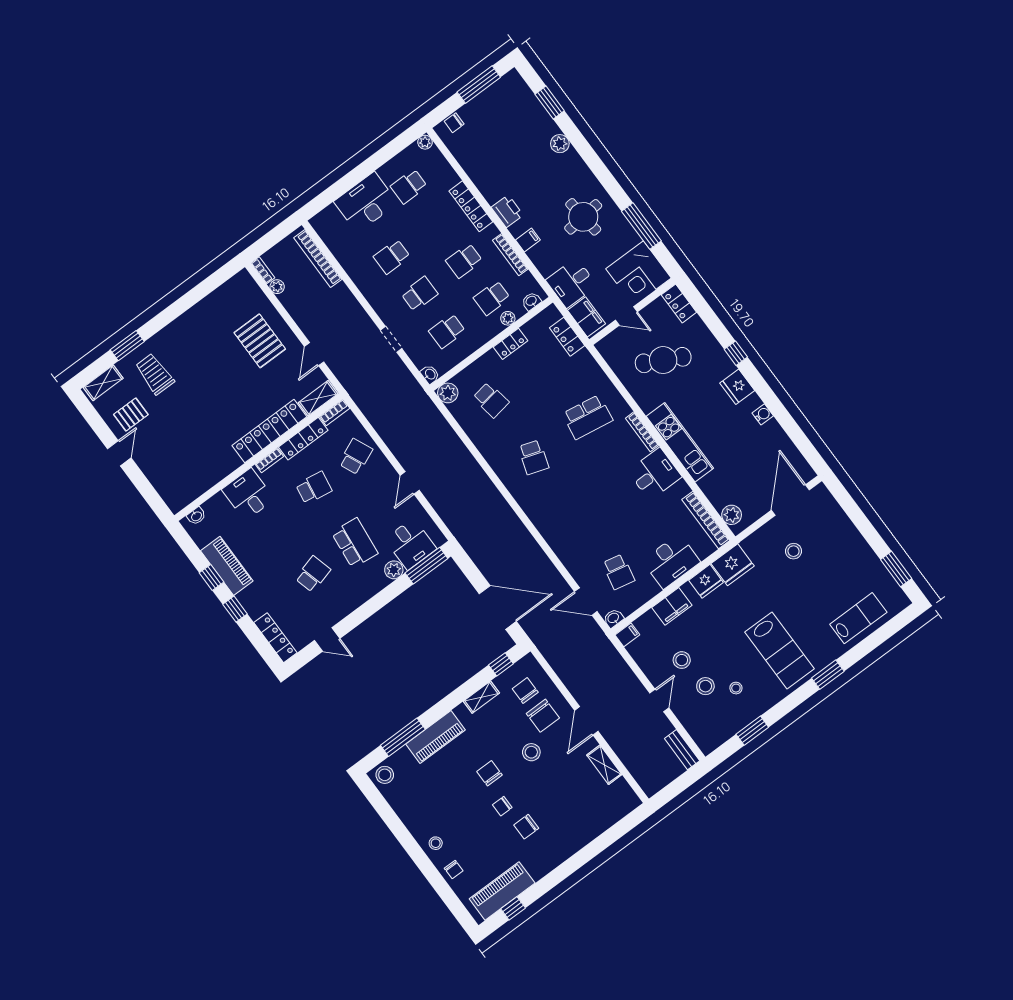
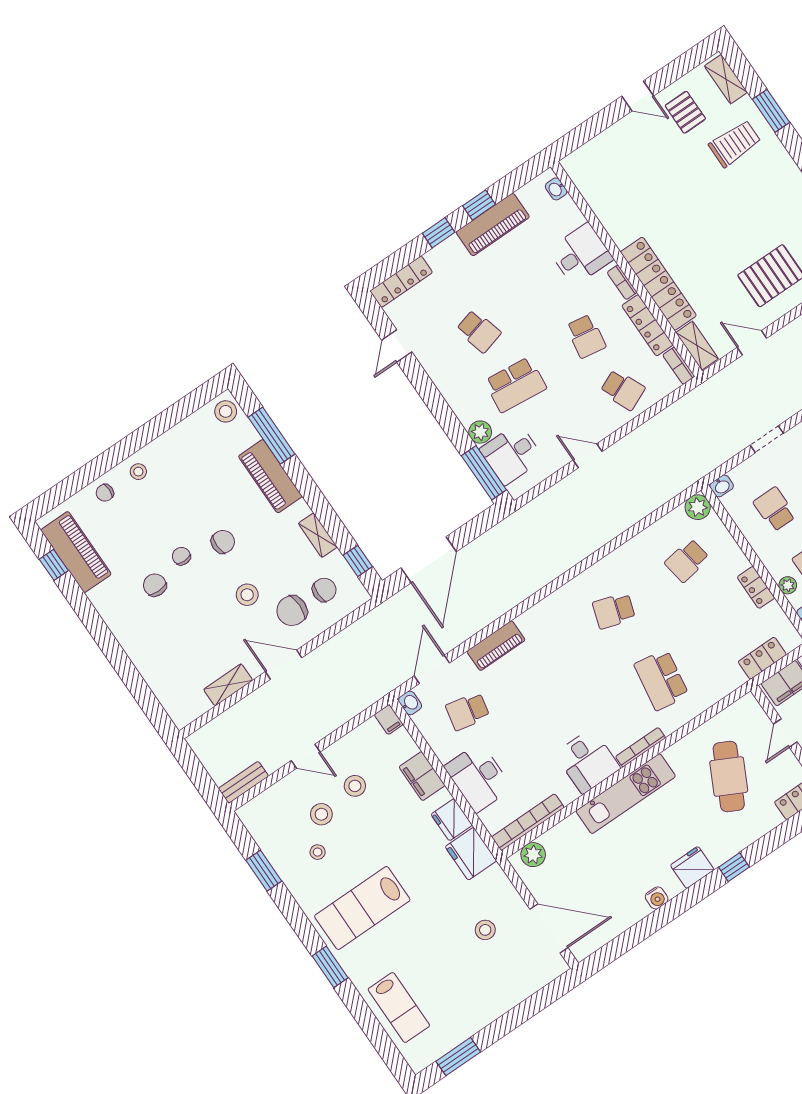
piano: (565, 551) -> (496, 646), added

